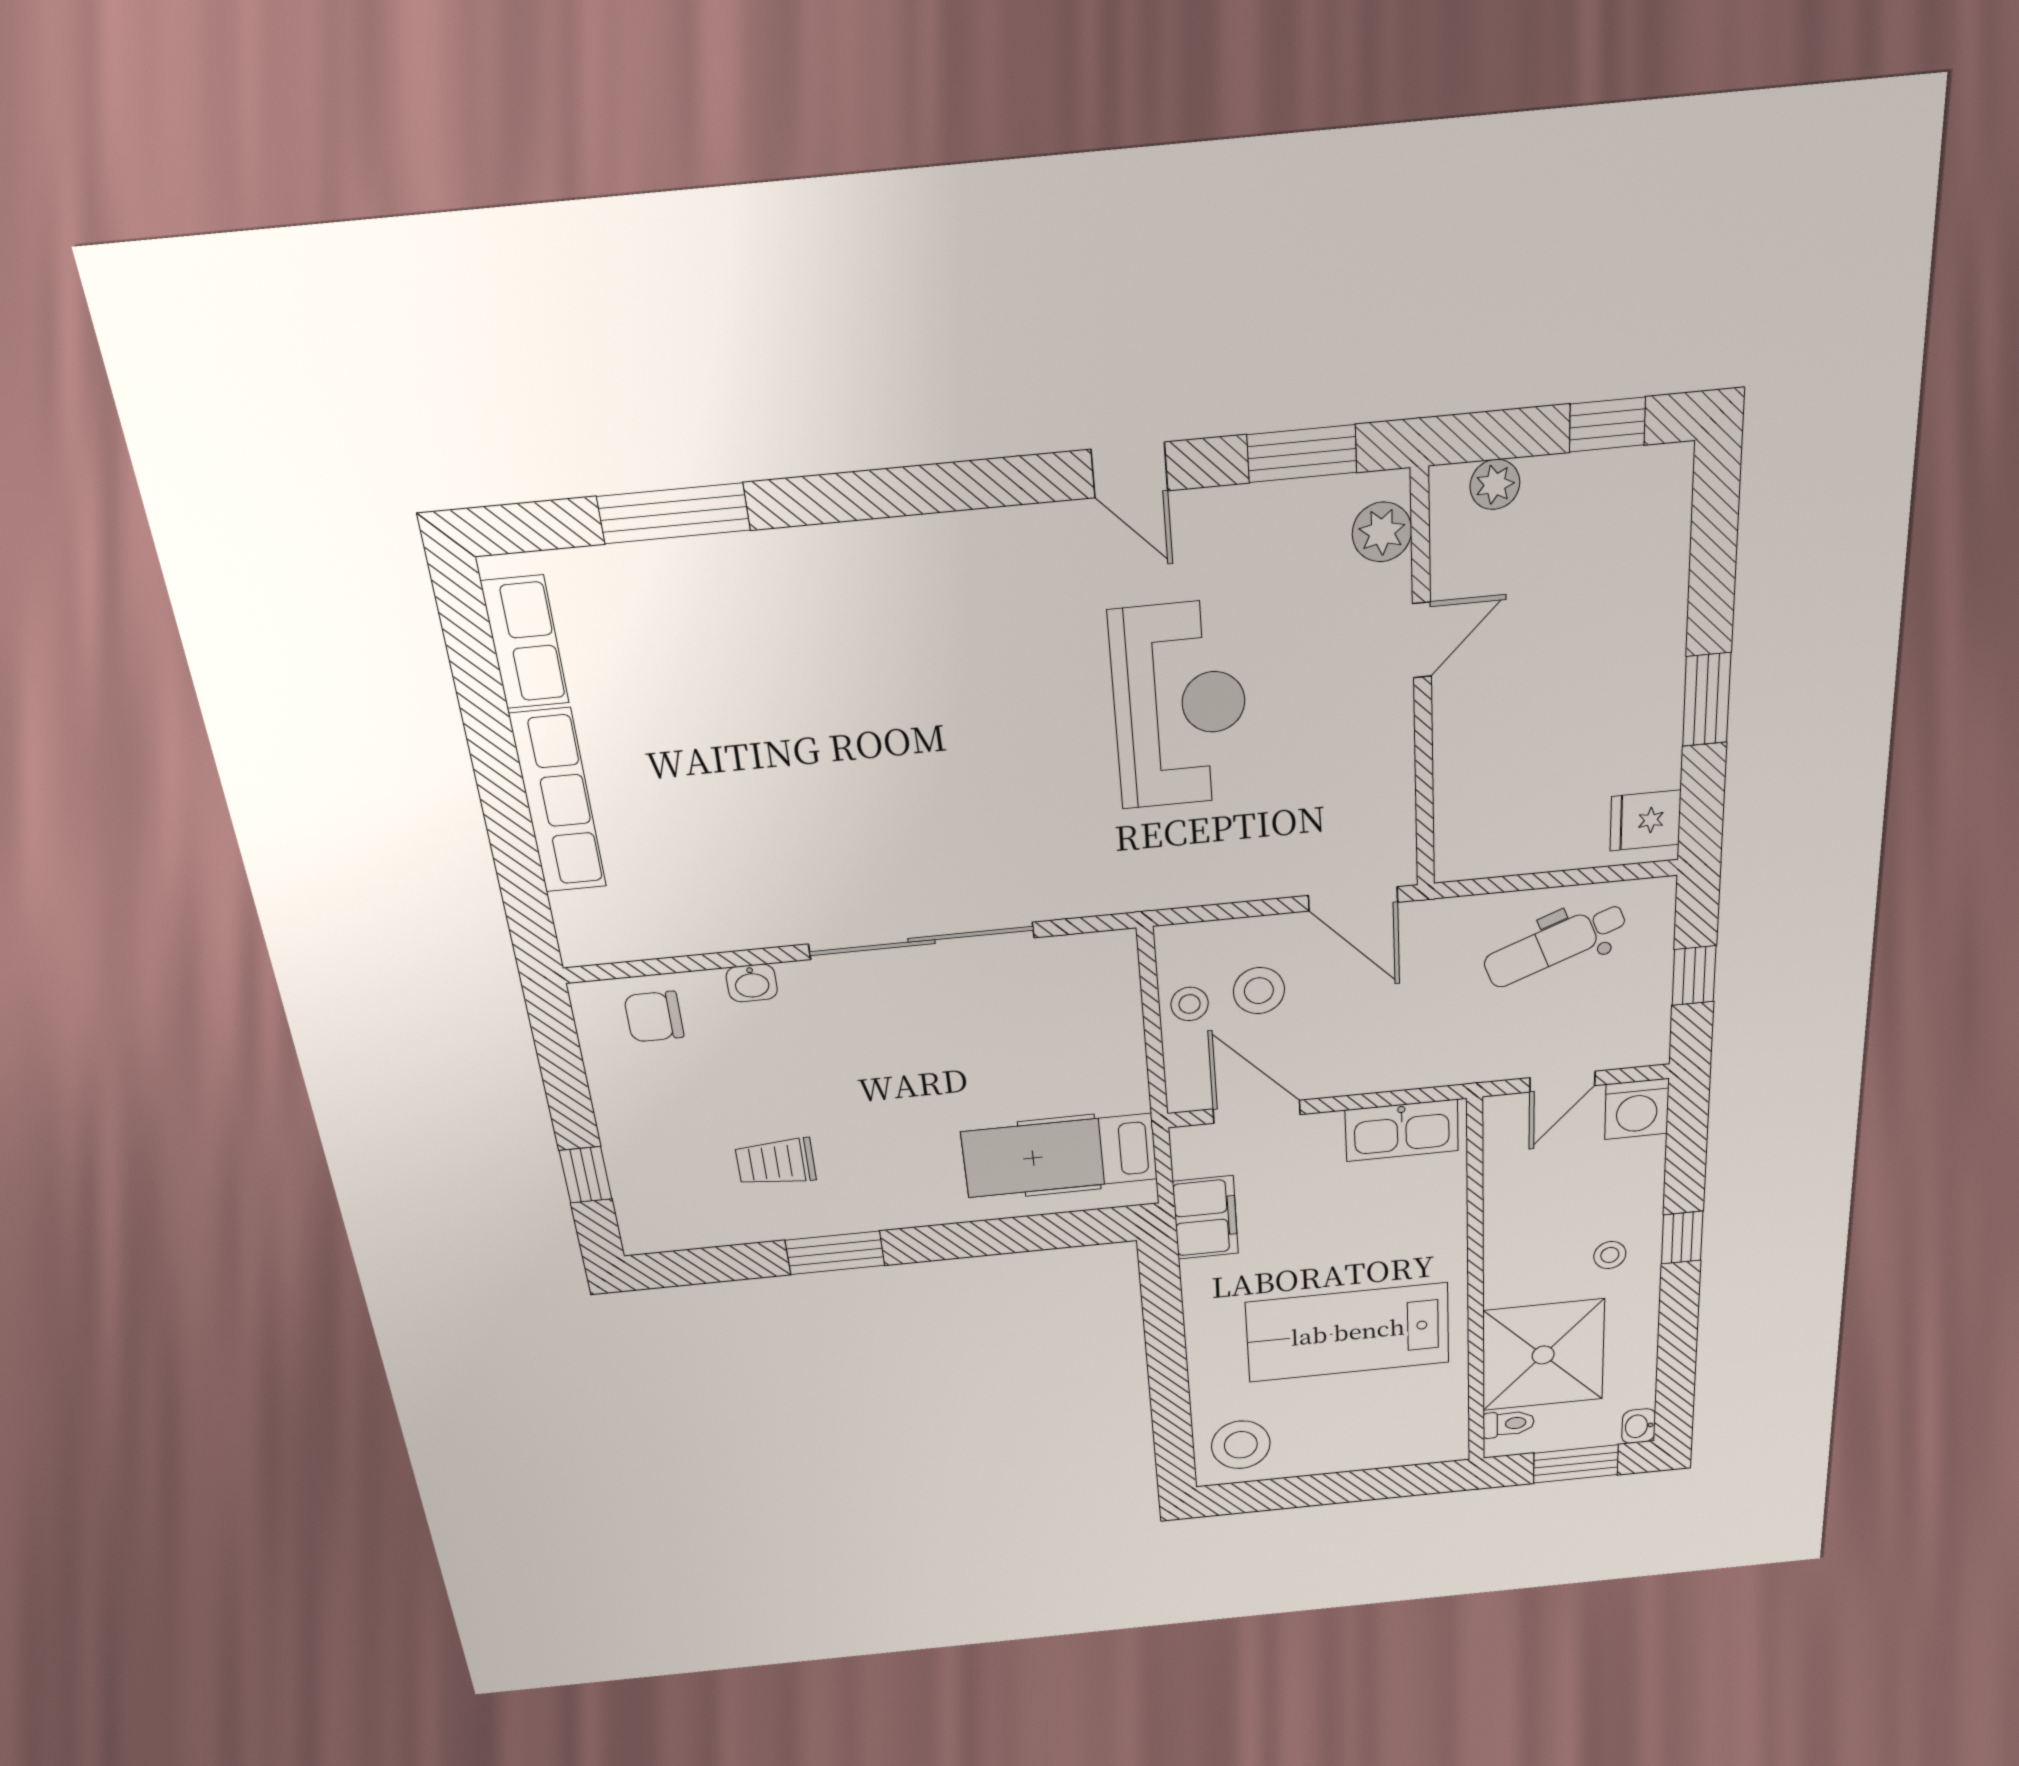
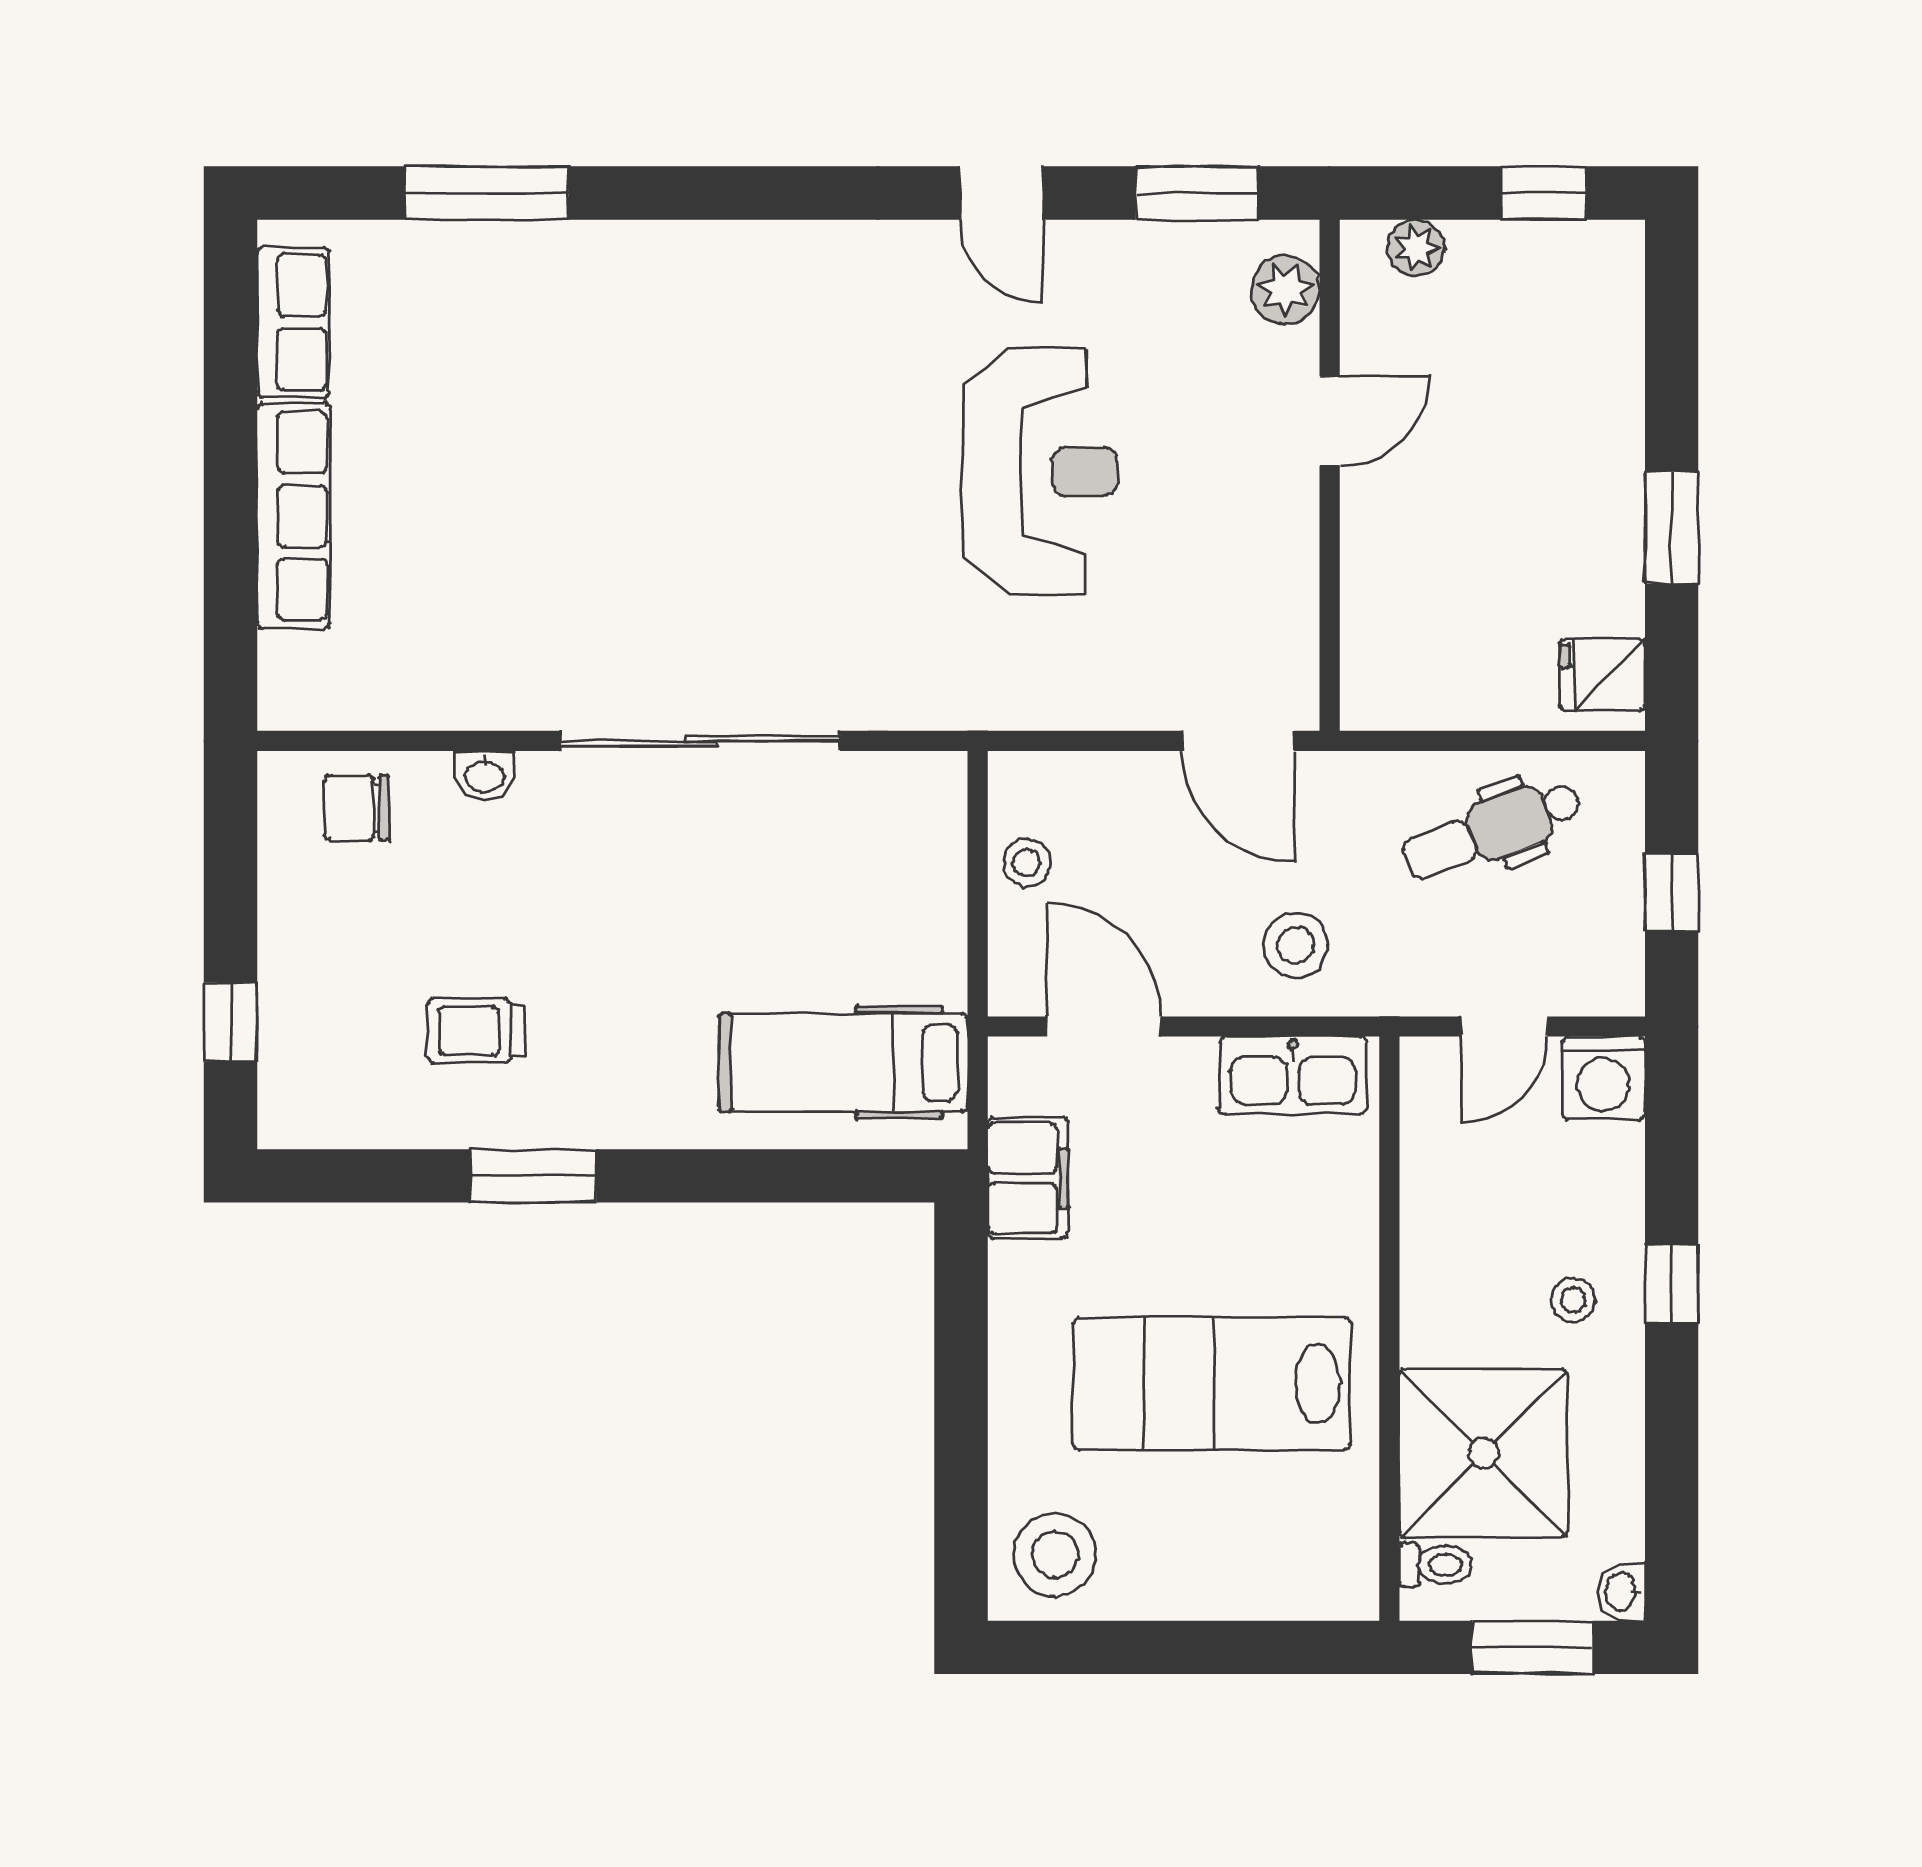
stool: (1259, 991) -> (1296, 945), moved

